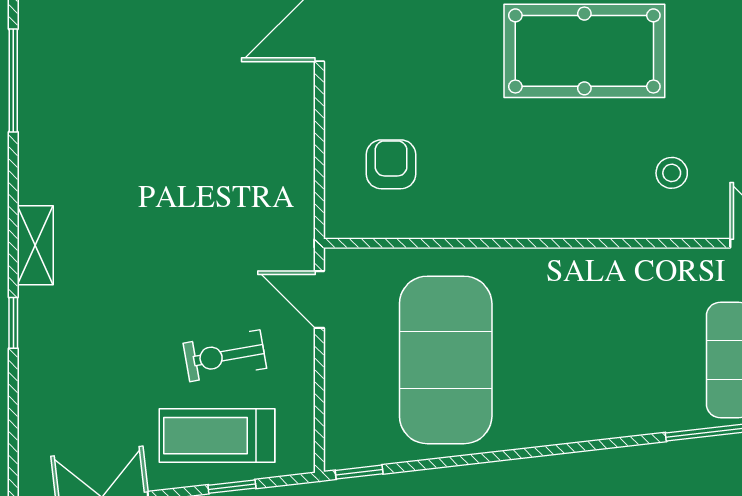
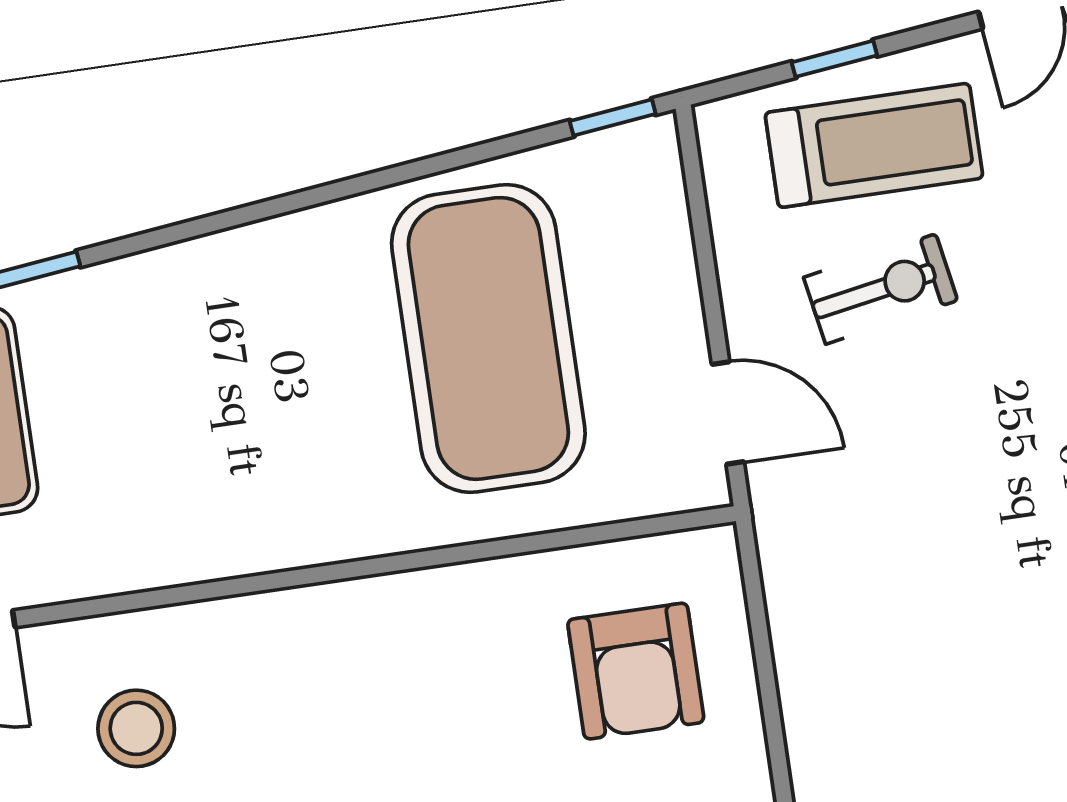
armchair: (391, 164) -> (636, 671), width x1.38, depth x1.38
stool: (672, 173) -> (136, 728), width x1.37, depth x1.37

